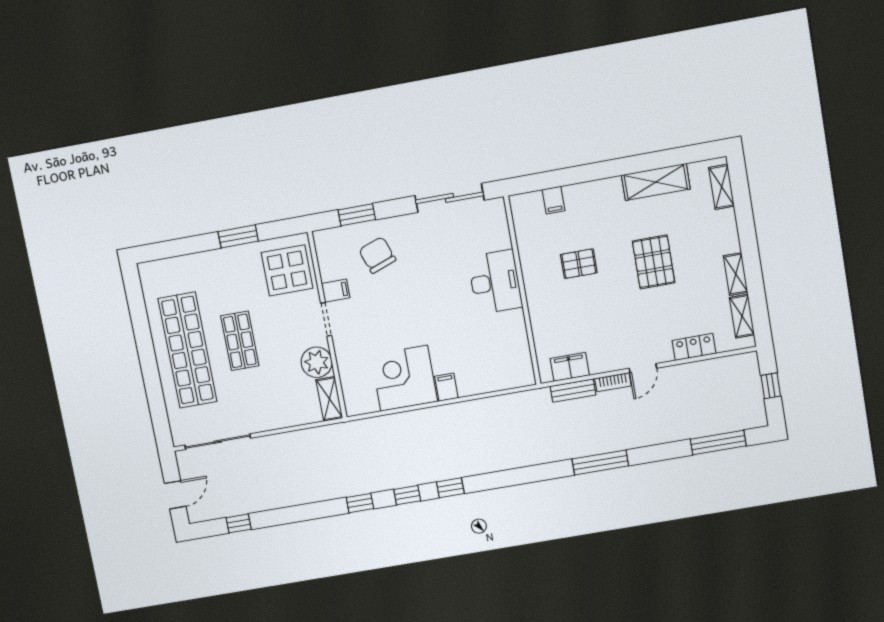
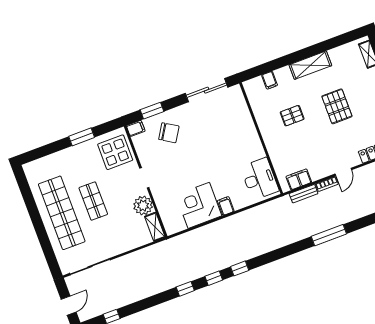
shelving: (656, 182) -> (310, 65), moved
chair: (377, 255) -> (169, 133), turned 142
desk: (495, 282) -> (260, 179), moved
filing cabinet: (336, 291) -> (136, 128), moved

